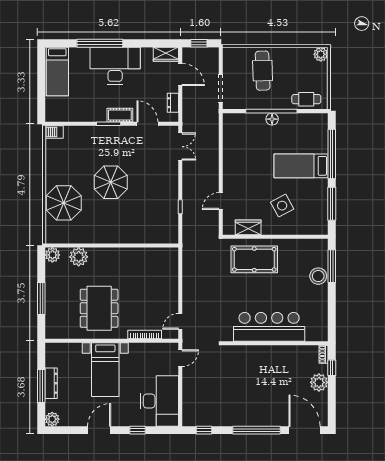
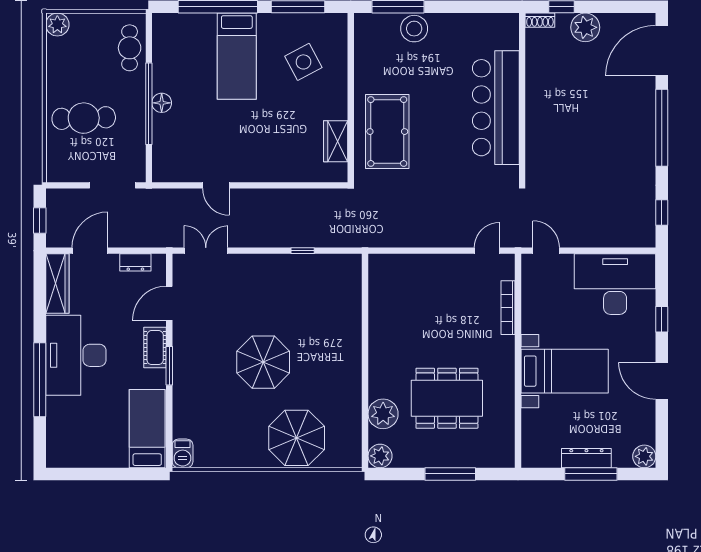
wardrobe: (166, 54) -> (57, 284), width x1.50
bed: (57, 71) -> (147, 429), moved, turned -90
door: (221, 201) -> (216, 185), moved
side table: (282, 206) -> (303, 62), moved
dining table: (99, 308) -> (447, 398), moved
door: (180, 321) -> (487, 251), swing flipped

